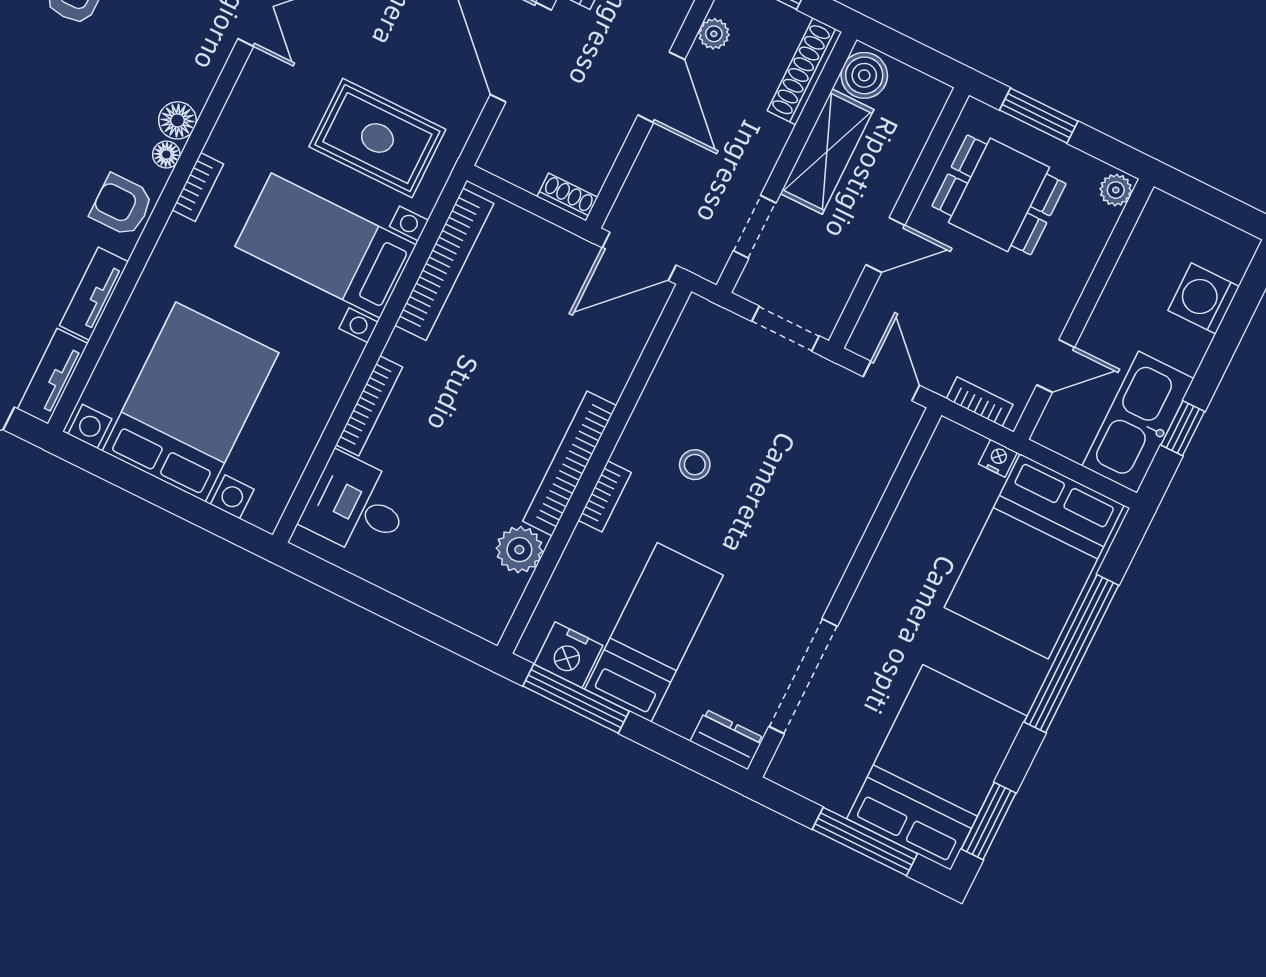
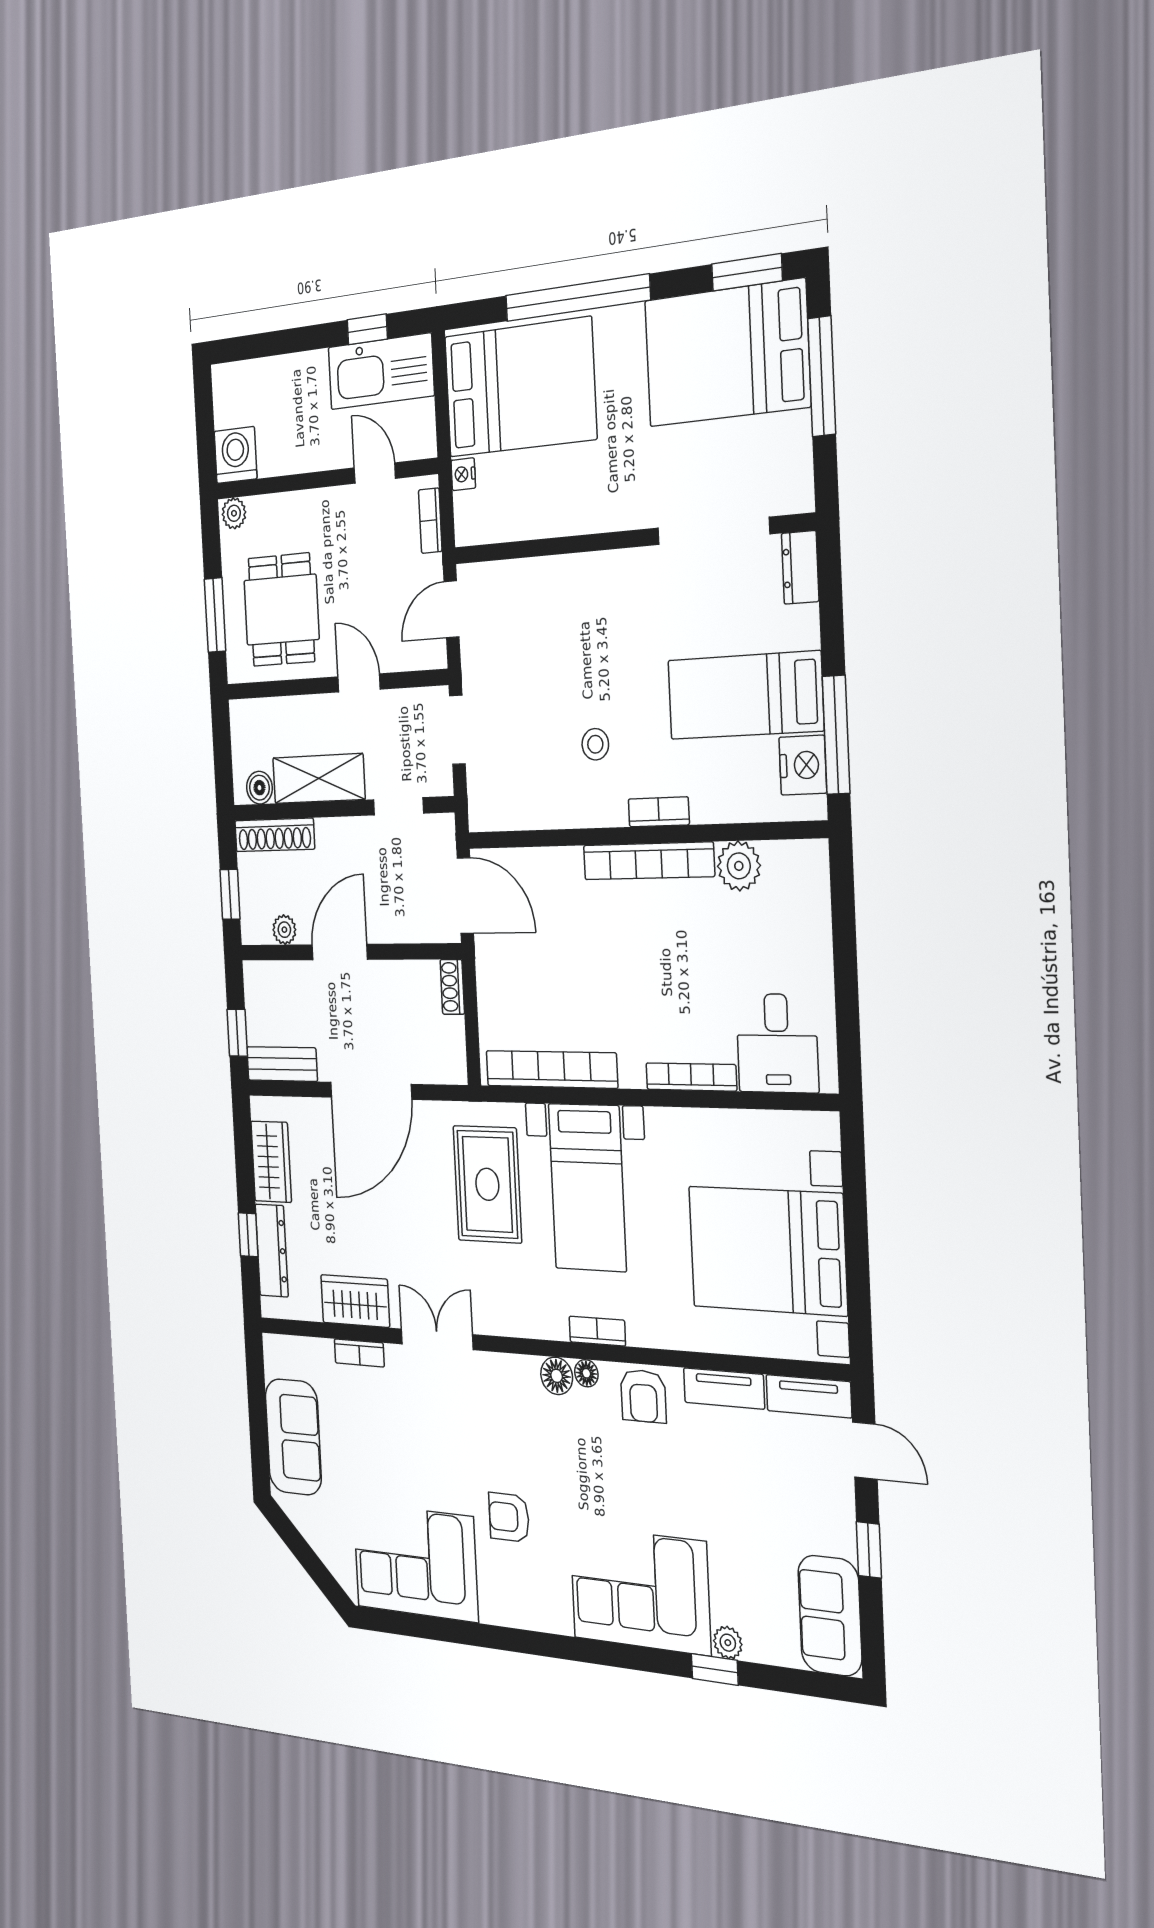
boiler: (864, 75) -> (259, 788), width x0.73, depth x0.73
washing machine: (1204, 298) -> (236, 455), moved, turned 180

